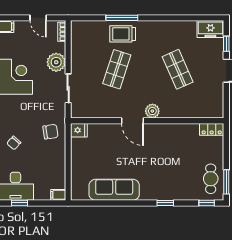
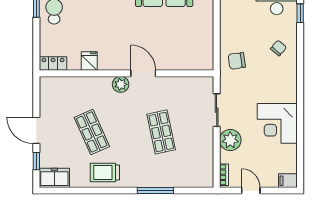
trolley: (123, 34) -> (105, 172), moved, turned 180
shop shelf: (117, 69) -> (161, 132), turned -30
fridge: (79, 130) -> (89, 61), moved, turned 90

